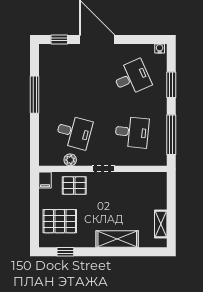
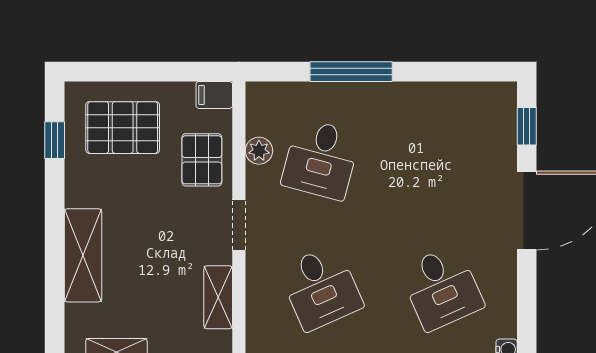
window: (35, 95) -> (351, 72), moved
desk: (132, 132) -> (321, 288), turned -30
shelving: (136, 178) -> (218, 297), added
pallet: (60, 221) -> (123, 128), turned 90

